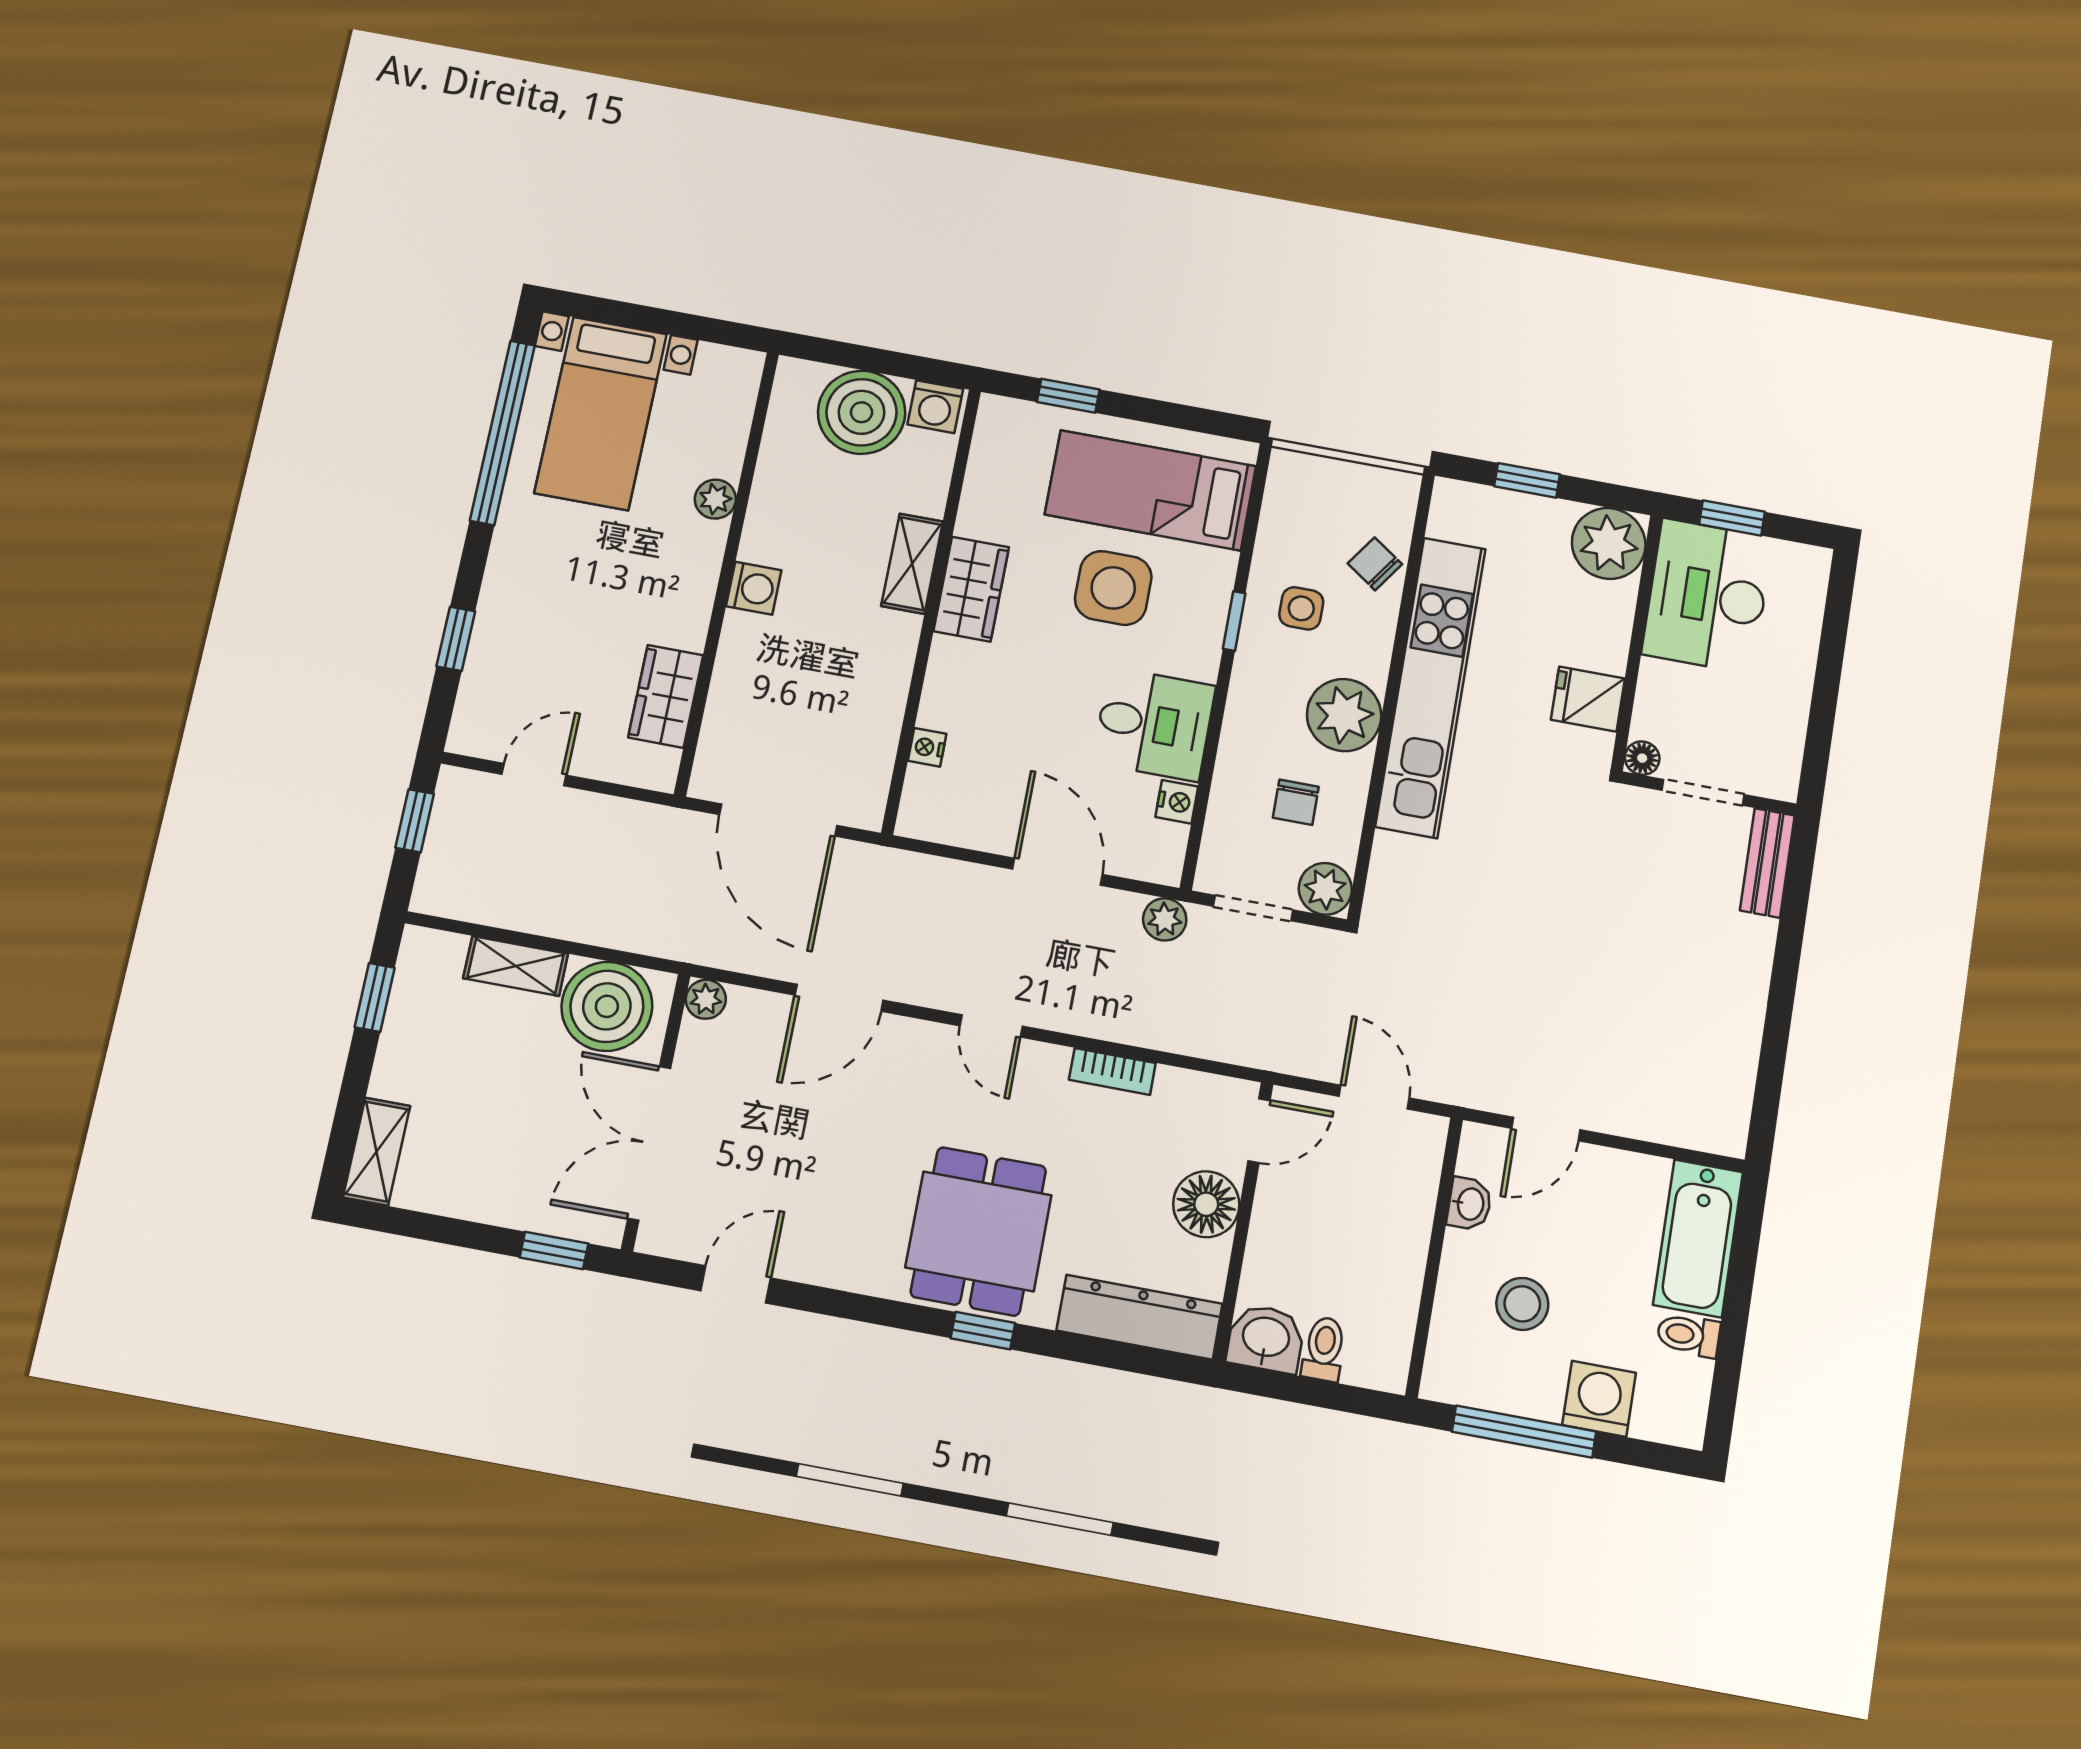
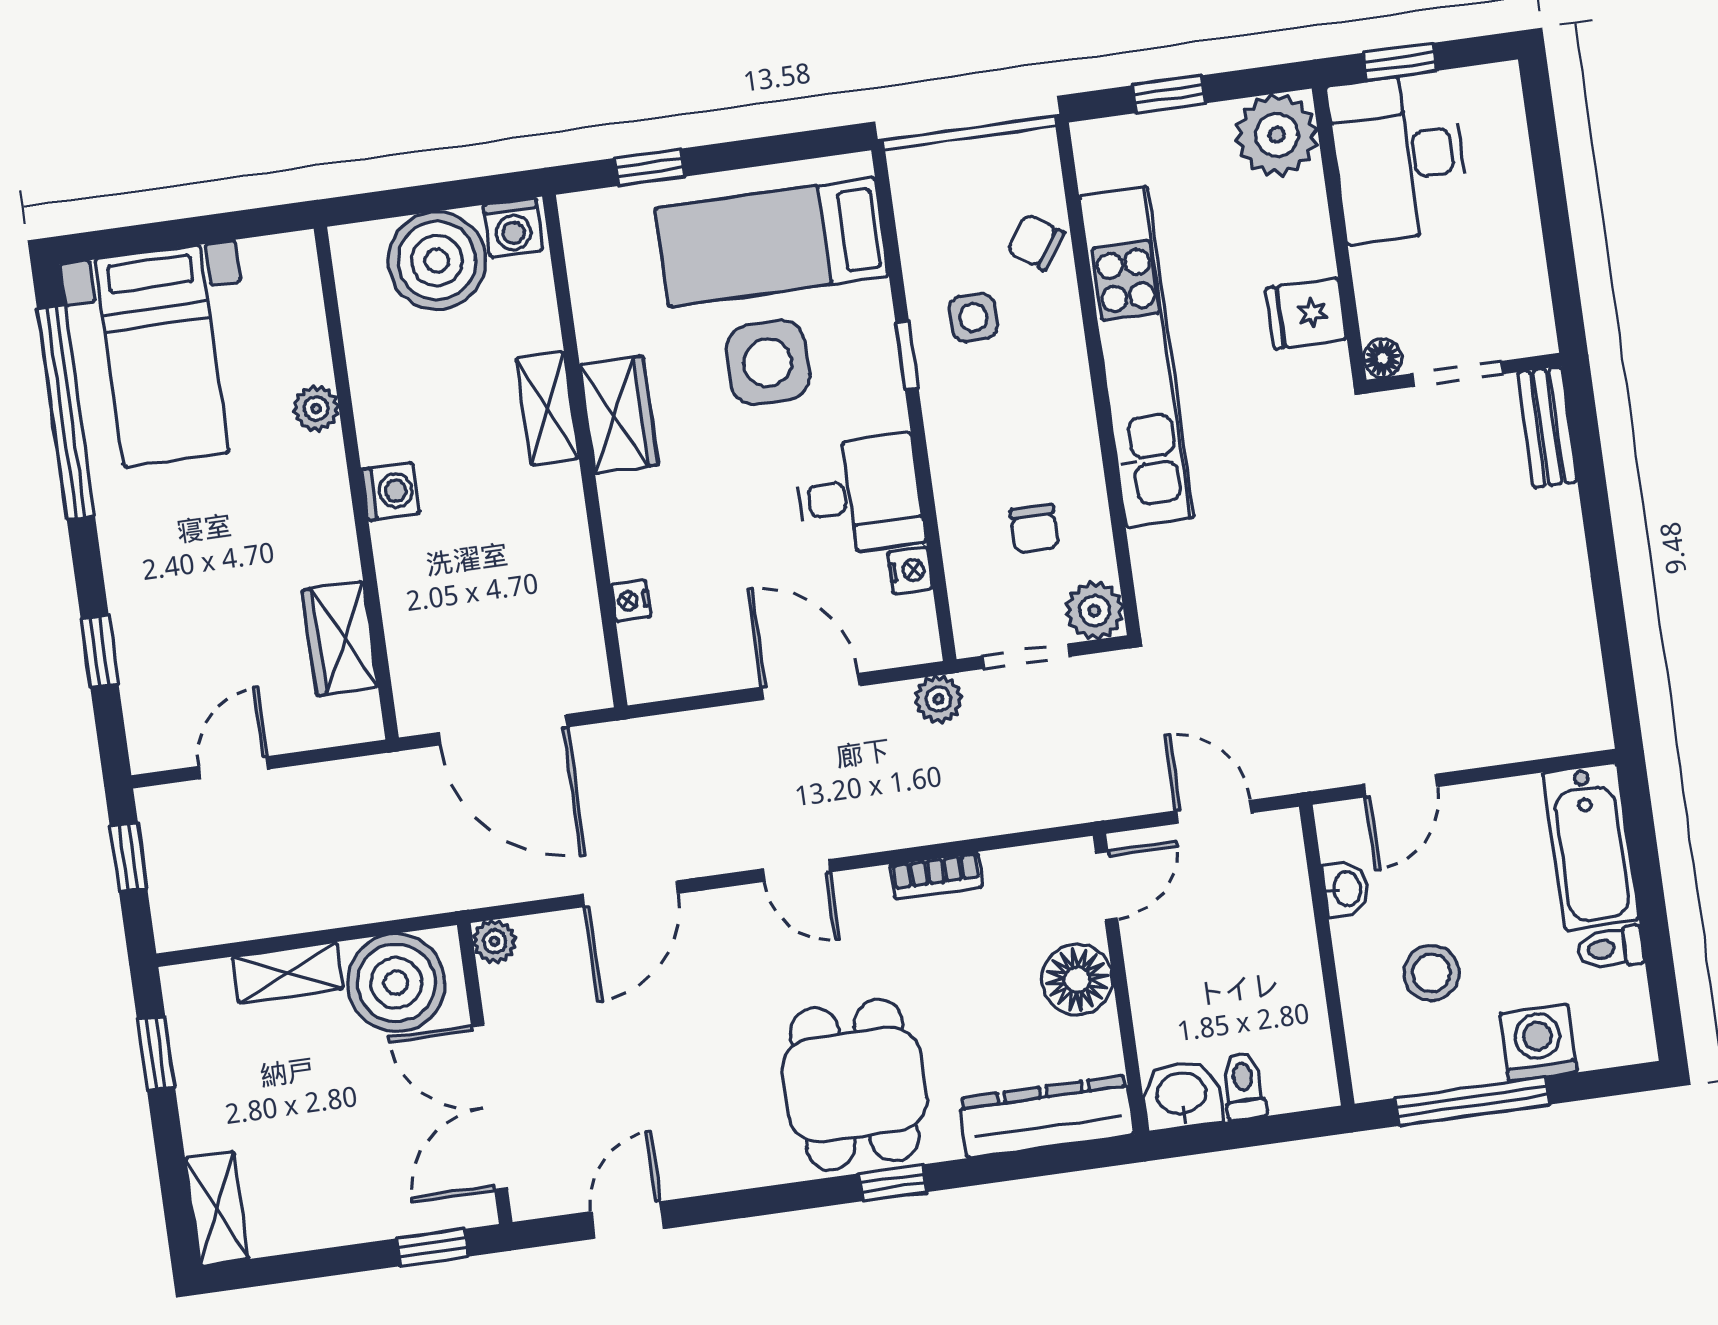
plant: (1344, 715) -> (1055, 418), removed

